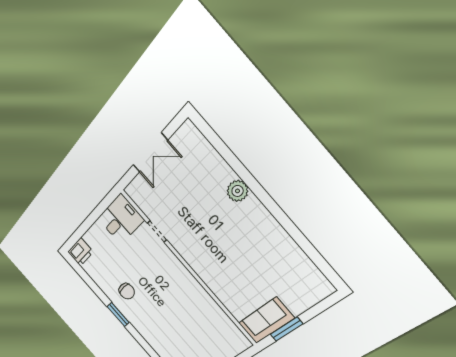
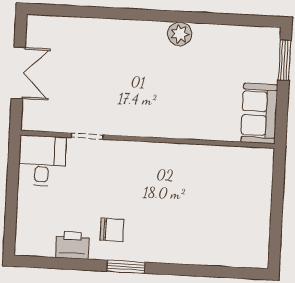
plant: (237, 191) -> (180, 34), moved
printer: (80, 252) -> (72, 245), moved, turned -90
window: (286, 329) -> (285, 60), moved

